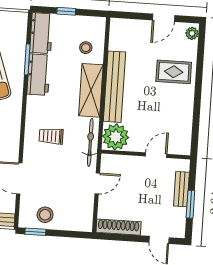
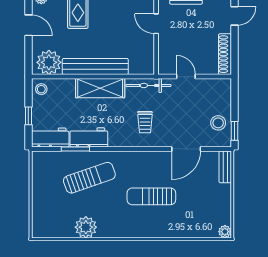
stool: (86, 48) -> (41, 89), moved
plant: (116, 137) -> (49, 62), moved

